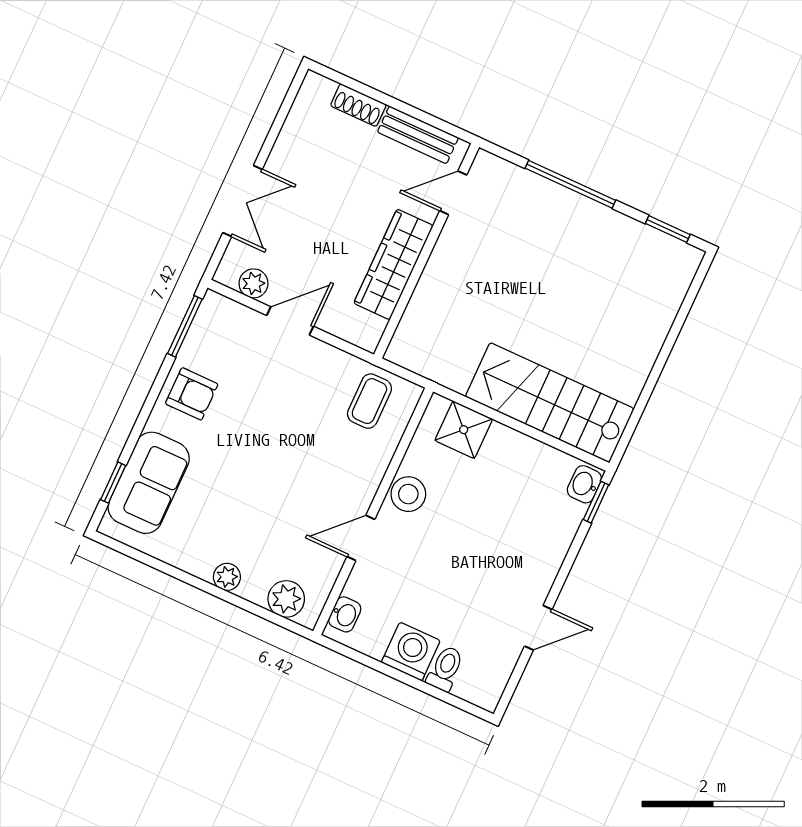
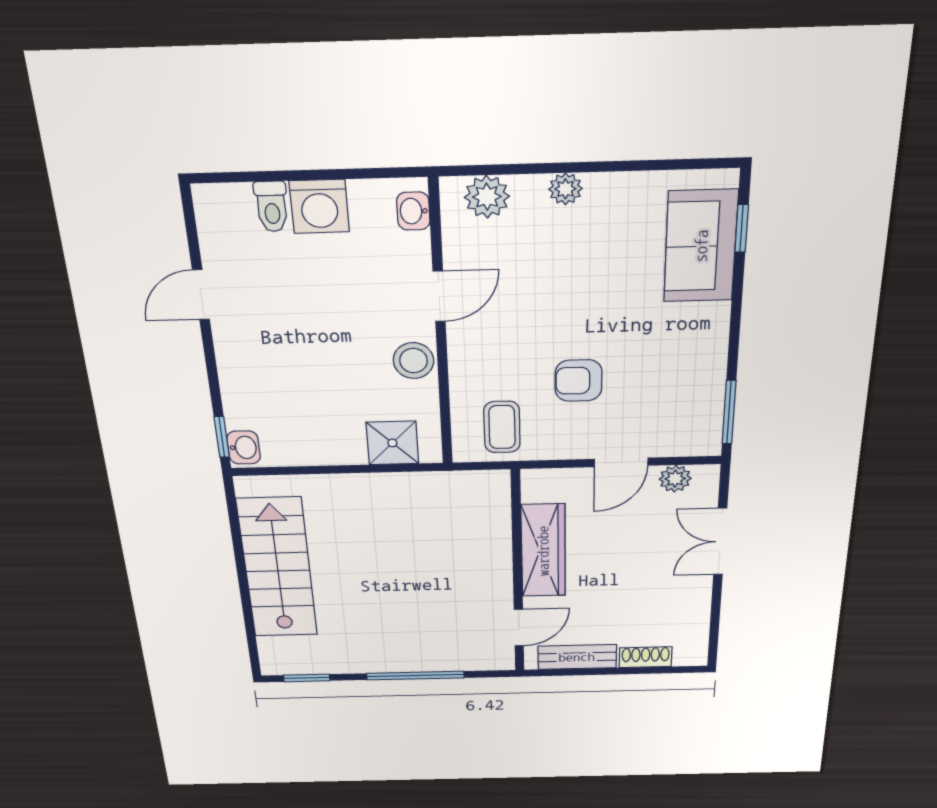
armchair: (192, 394) -> (578, 381), moved
stairs: (550, 403) -> (278, 568), moved, turned -90

